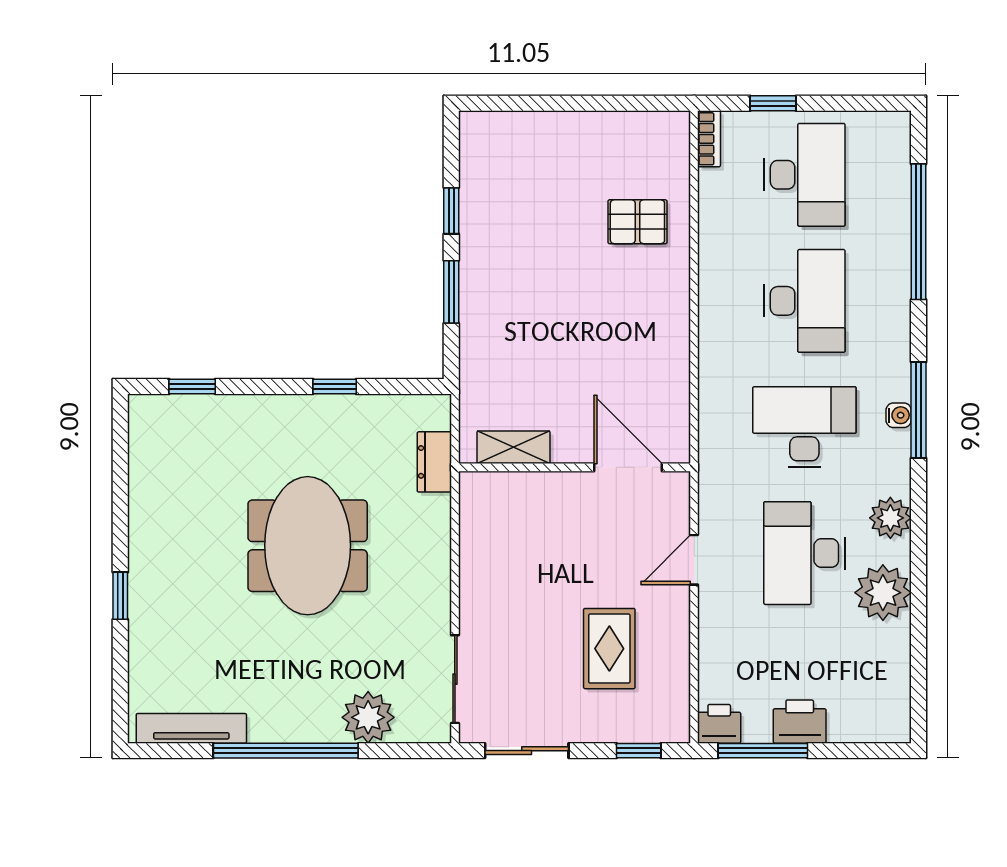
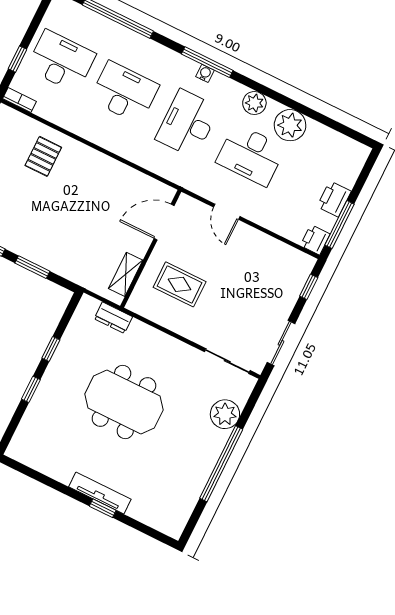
window: (192, 387) -> (31, 389), moved
rug: (609, 649) -> (180, 284), moved
tv unit: (191, 728) -> (100, 493), moved, turned 90

